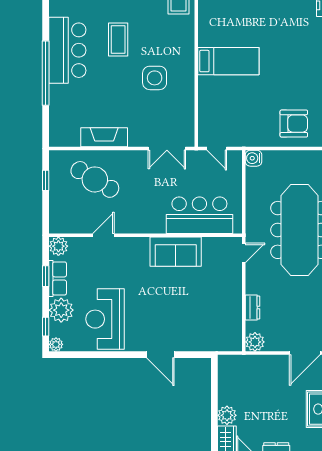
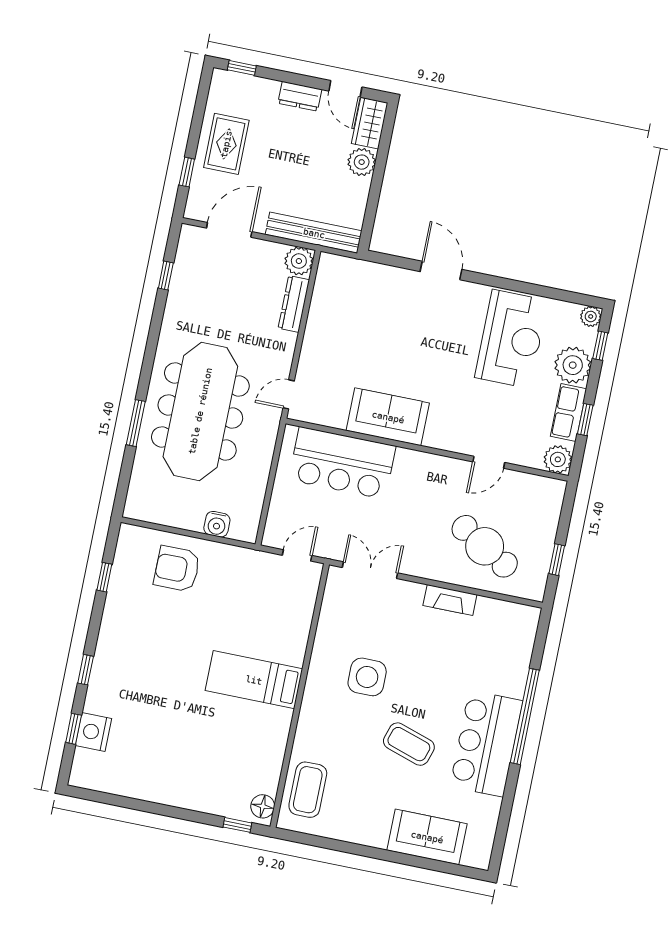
coffee table: (118, 40) -> (409, 744), turned -72
fireplace: (104, 137) -> (450, 600), width x0.73, depth x0.76
door: (217, 148) -> (297, 555), hinge flipped
water cooler: (253, 158) -> (217, 524), moved, turned 90
dresser: (252, 307) -> (294, 304), width x1.44
bench: (249, 363) -> (314, 233), added

